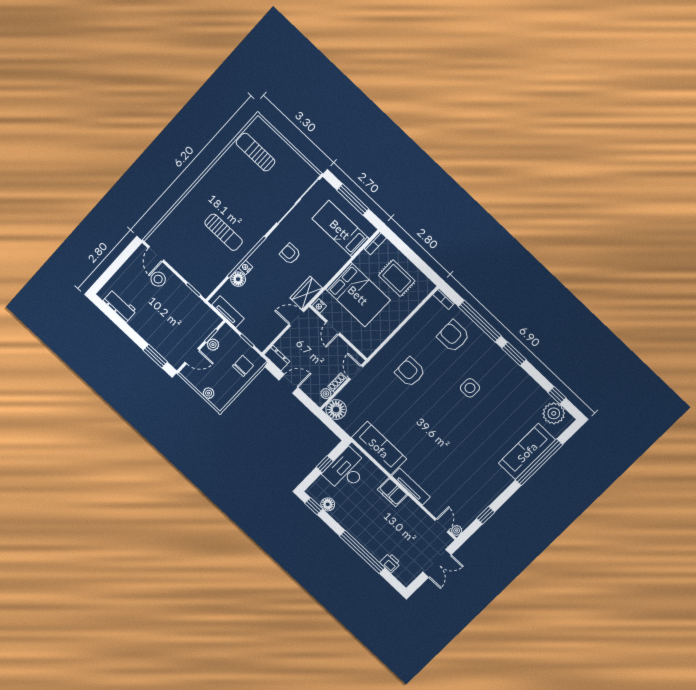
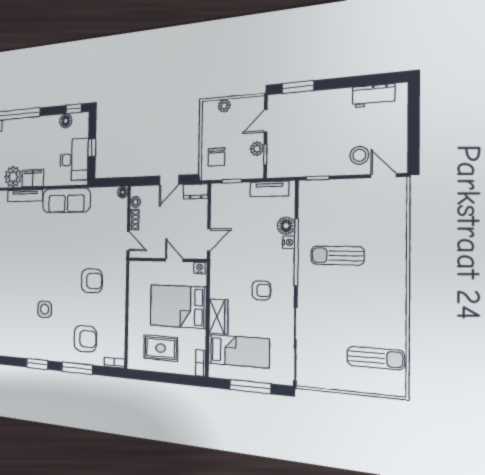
wardrobe: (306, 293) -> (218, 317), moved
window: (480, 321) -> (77, 368), width x0.68
floor lamp: (336, 410) -> (123, 192), width x0.53, depth x0.53
plant: (409, 511) -> (13, 177), added

